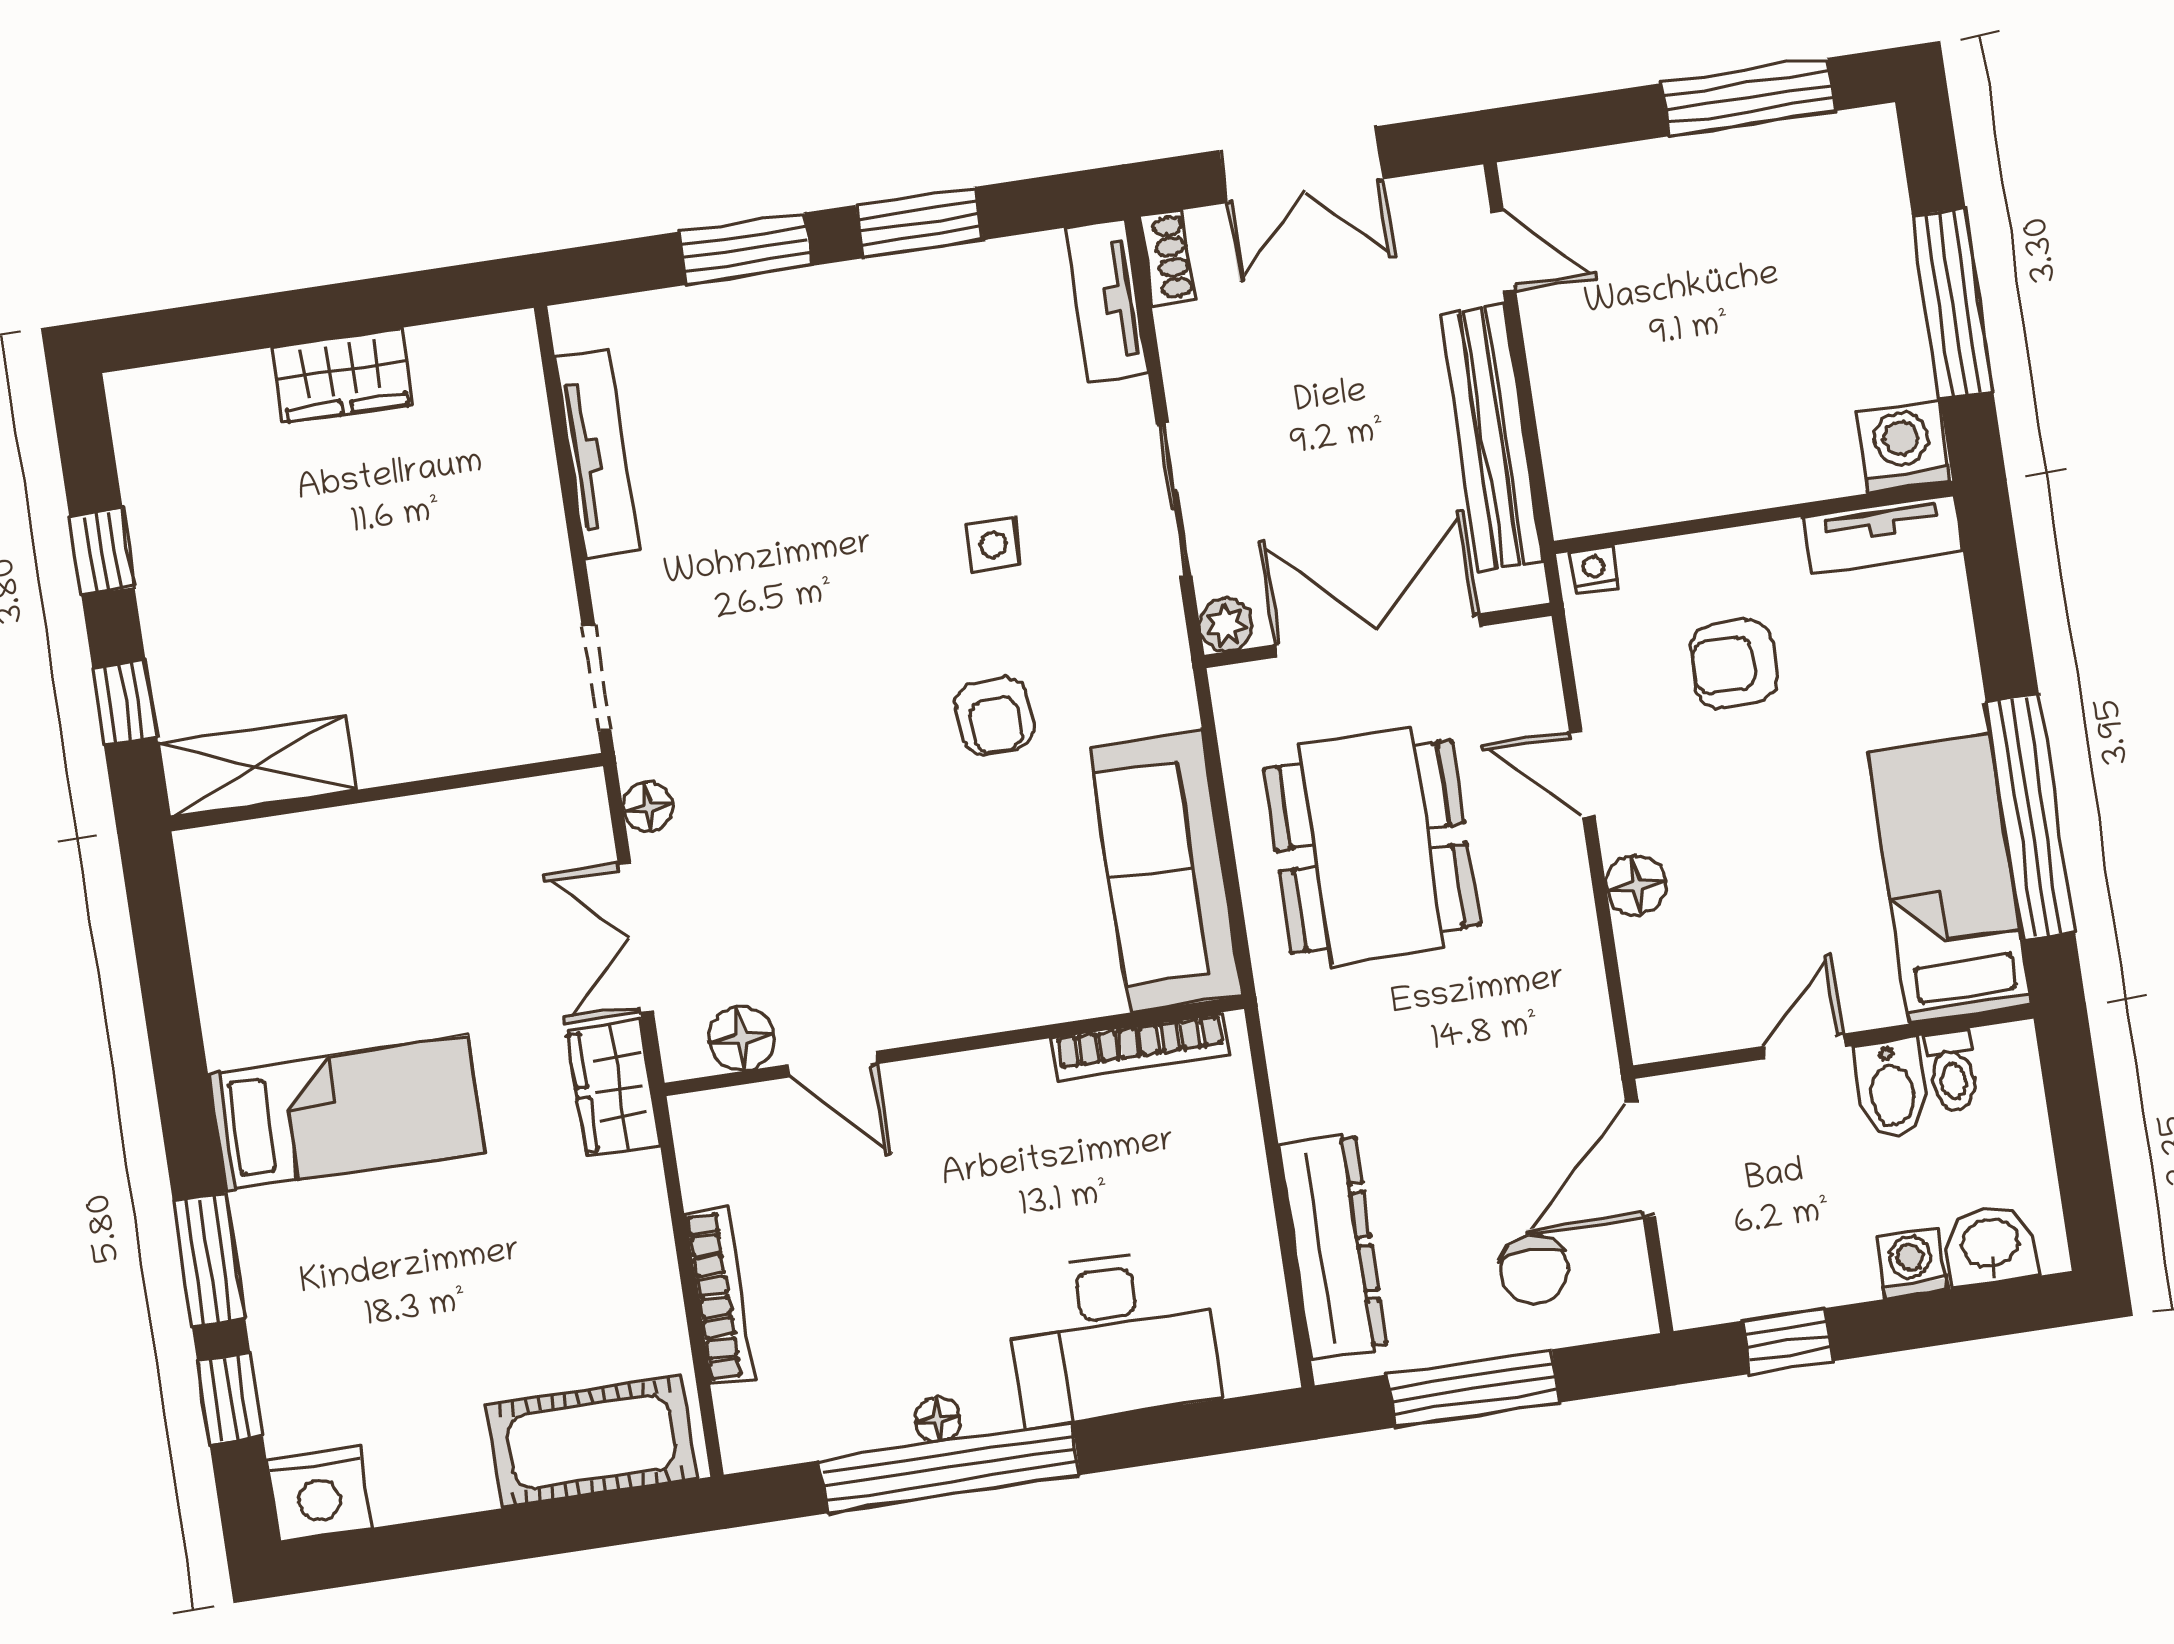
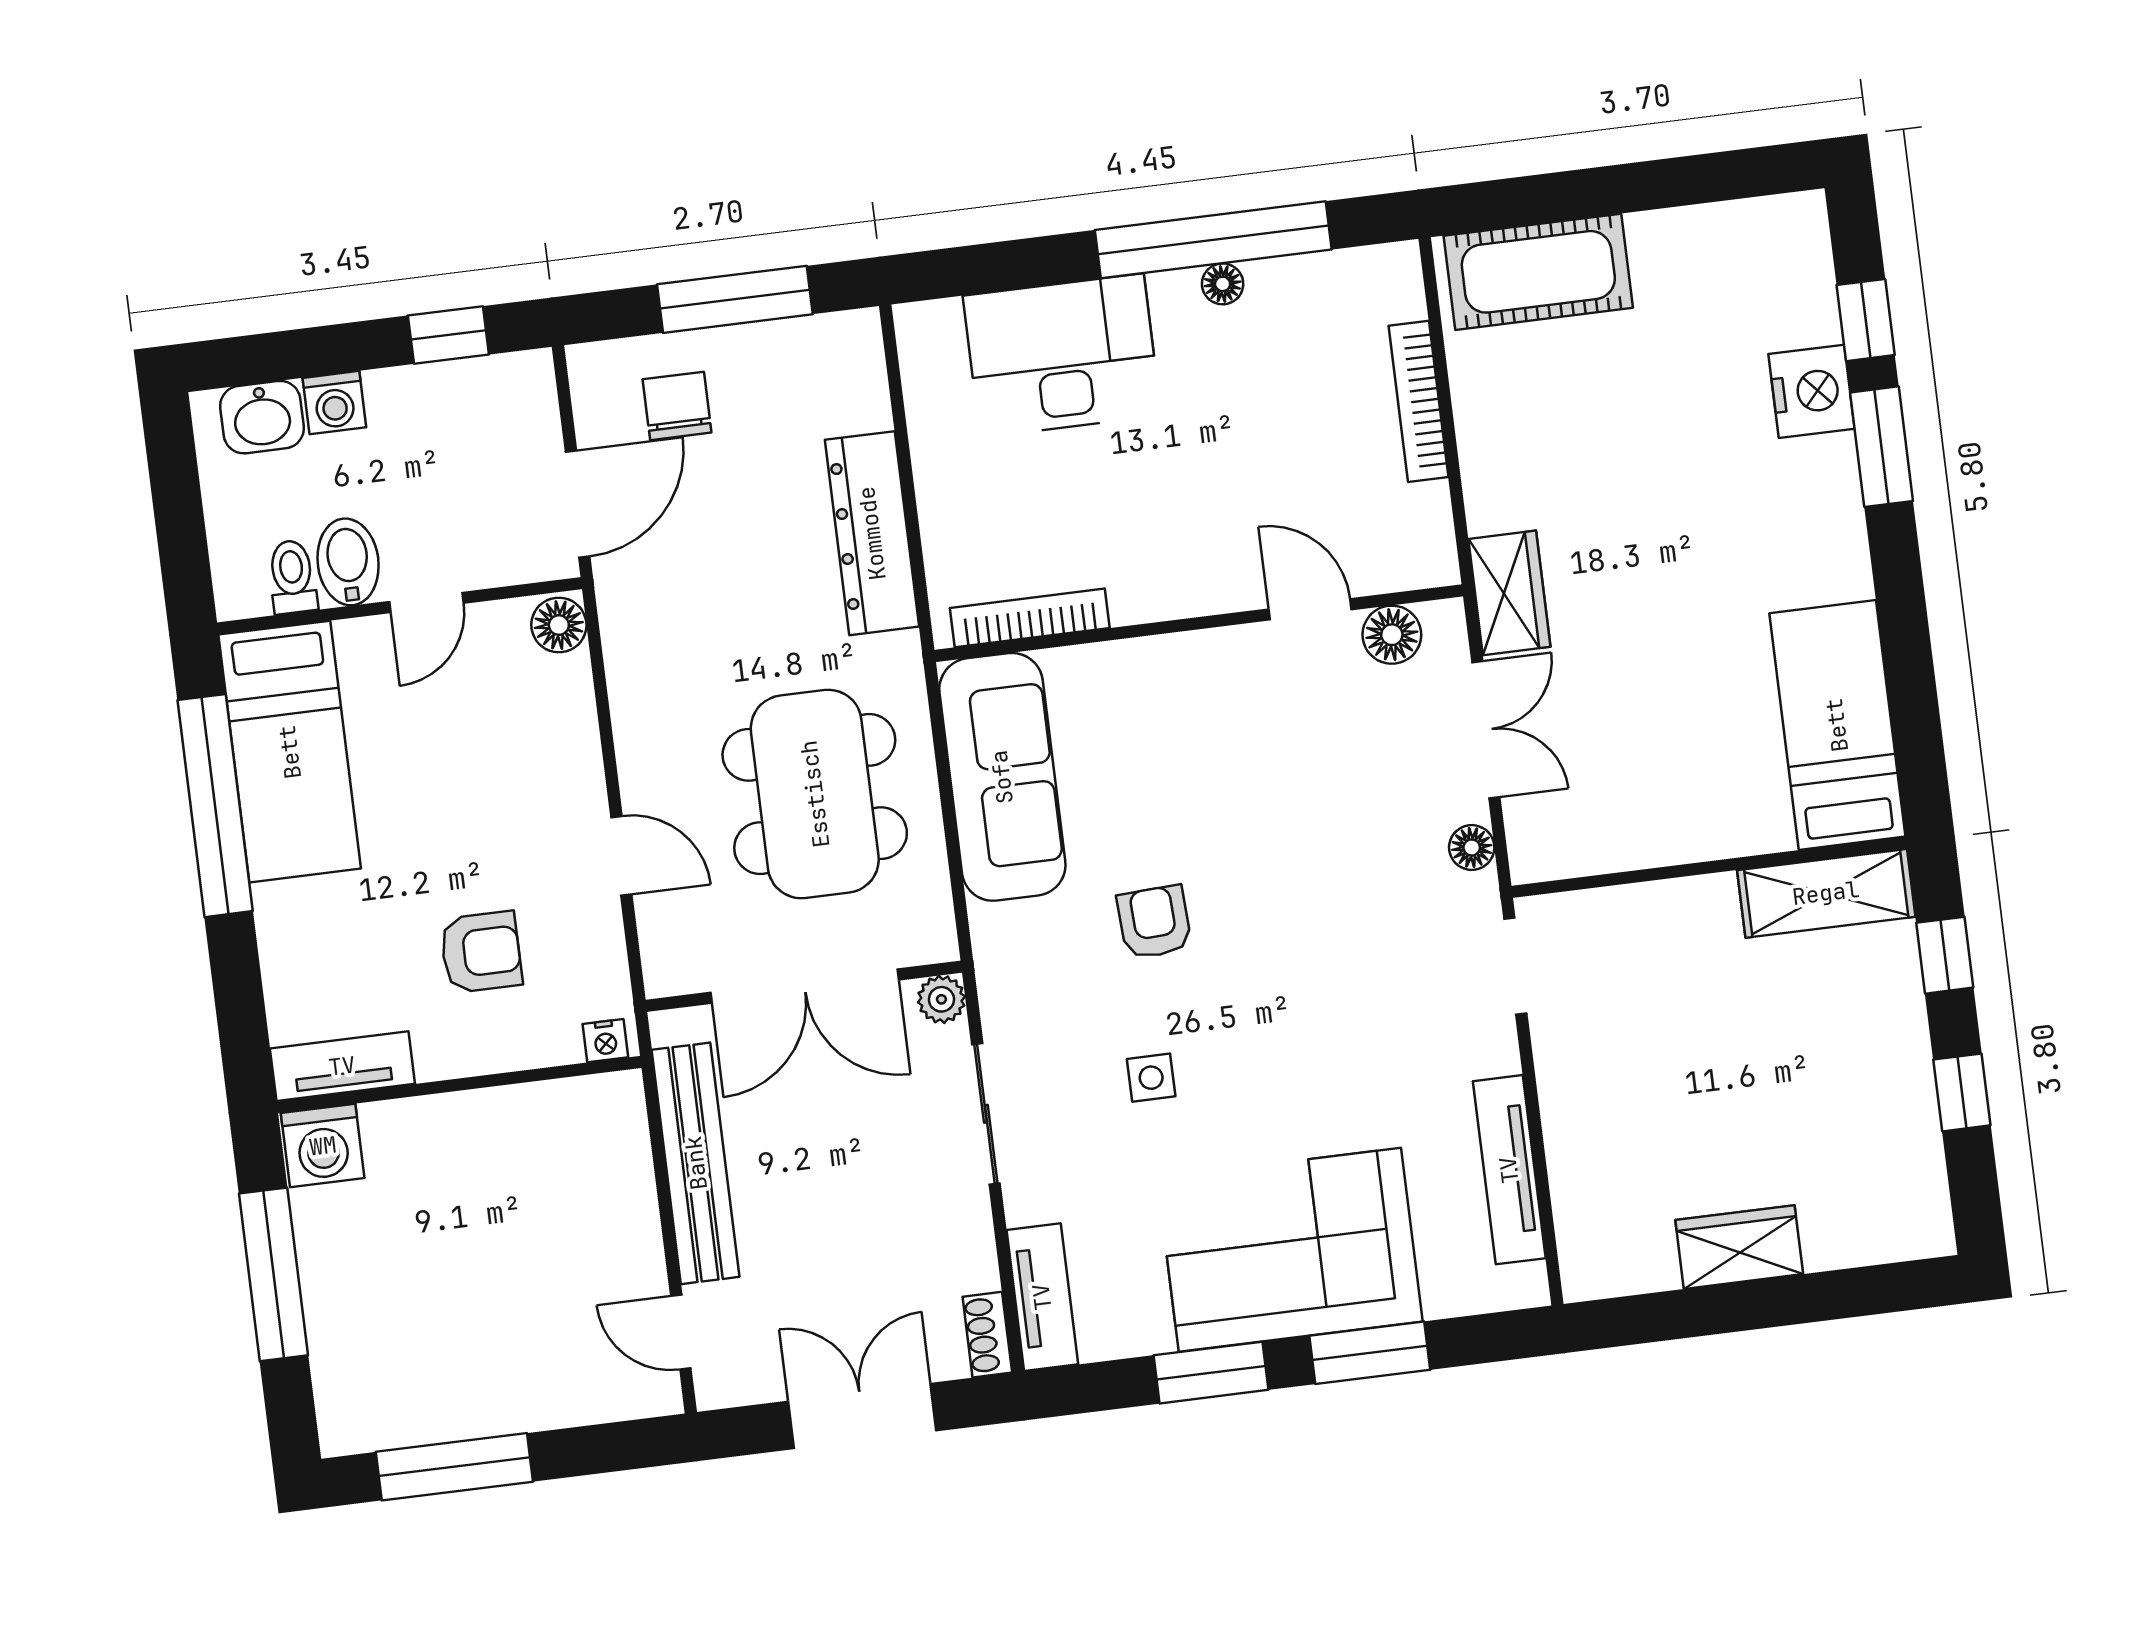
corner sofa: (836, 360) -> (1290, 1250), added
floor lamp: (1637, 885) -> (559, 625), moved
bed: (347, 1113) -> (1837, 725), moved, turned 90
dresser: (1333, 1246) -> (872, 533), moved
nightstand: (319, 1494) -> (1812, 391), moved, turned 90

